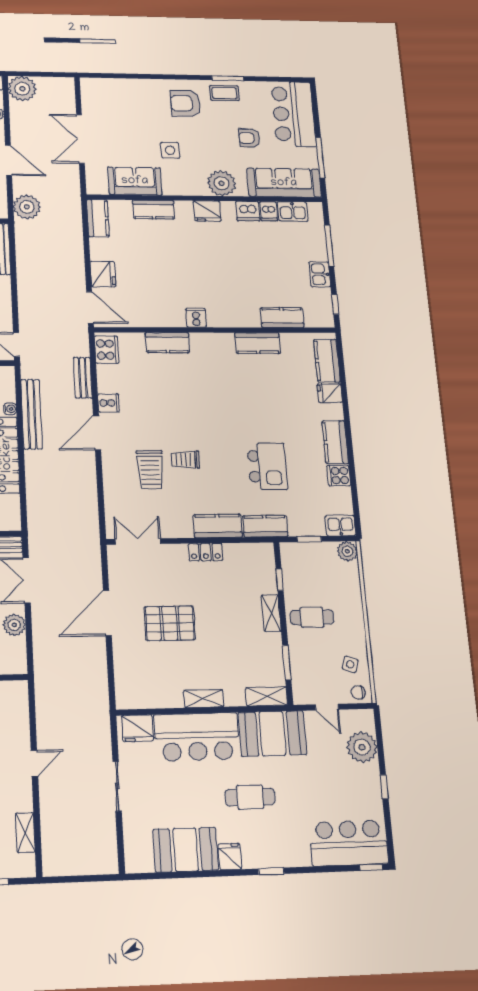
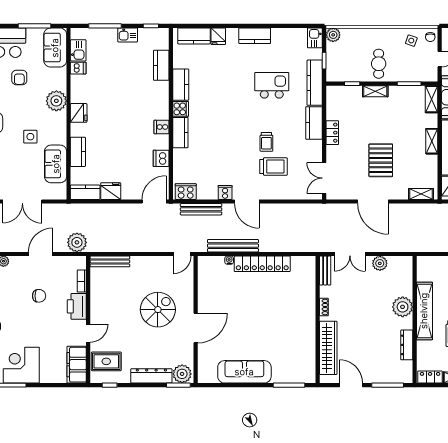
sofa: (284, 183) -> (55, 48), width x0.73
dishwasher: (248, 211) -> (161, 158), moved, turned 180
fridge: (103, 274) -> (111, 191), moved
kitchen counter: (167, 343) -> (180, 133), moved
bench: (83, 378) -> (201, 209), width x1.36
cooker: (339, 476) -> (181, 109), moved, turned -90
kitchen counter: (265, 526) -> (315, 83), width x1.50
shelving: (123, 684) -> (421, 194), added

